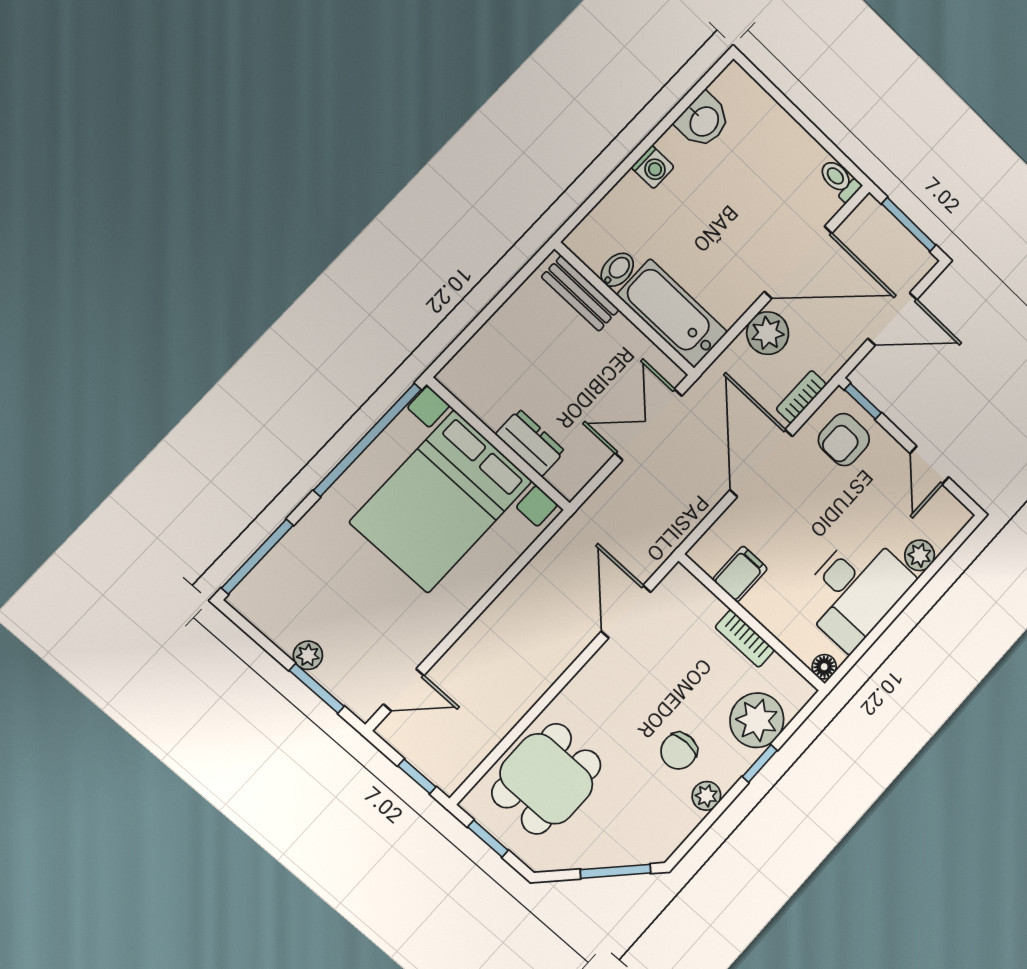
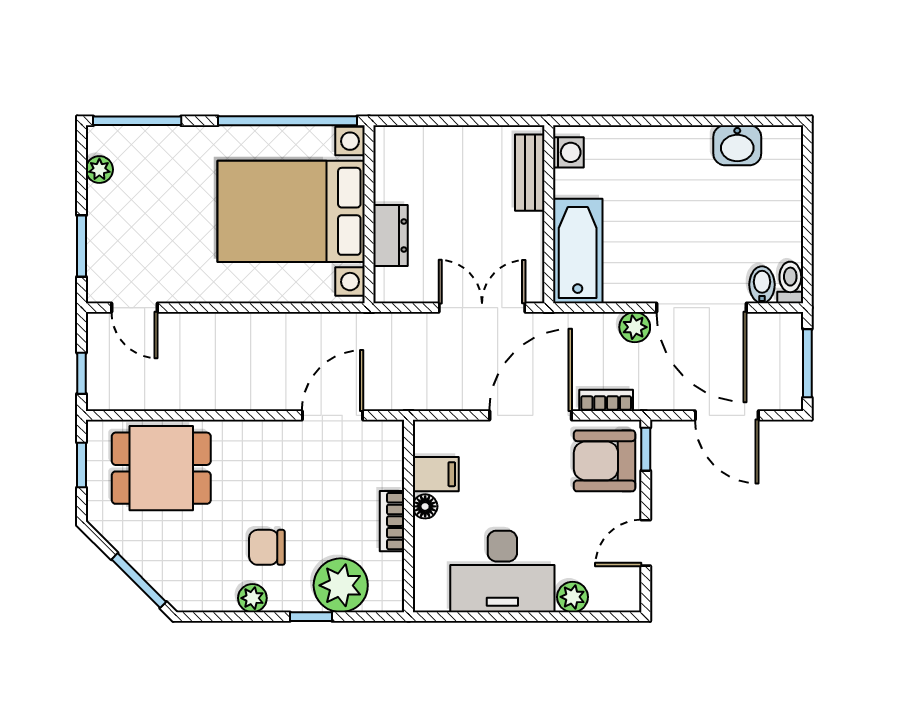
washing machine: (653, 167) -> (568, 152), moved, turned -90
bidet: (617, 270) -> (762, 285), moved, turned -90
plant: (768, 333) -> (635, 327), width x0.73, depth x0.73
armchair: (844, 440) -> (605, 461), width x1.38, depth x1.38
plant: (308, 655) -> (99, 170), moved
floor lamp: (824, 667) -> (425, 506), moved

